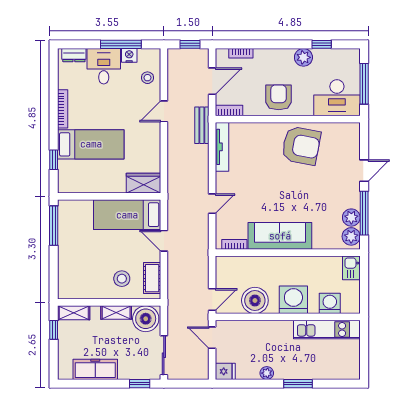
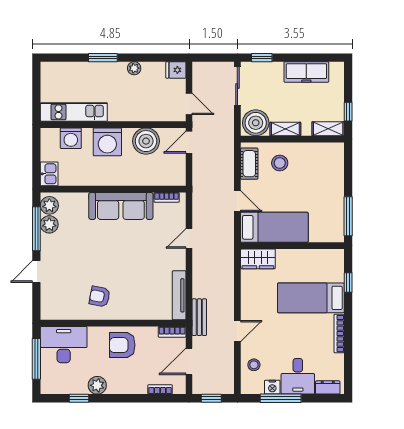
armchair: (279, 97) -> (122, 345), turned 90
armchair: (301, 146) -> (100, 297), width x0.53, depth x0.53

